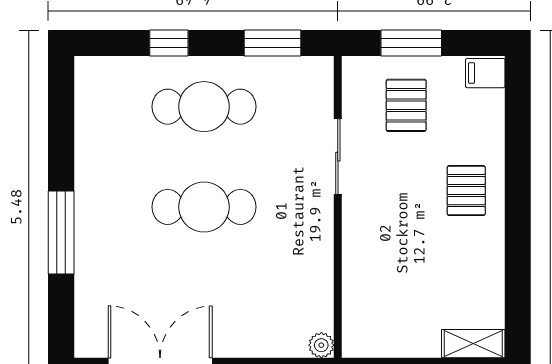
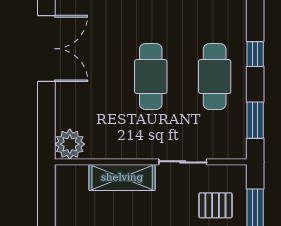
shelving: (362, 252) -> (122, 177), added
plant: (321, 345) -> (70, 144), width x1.88, depth x1.88

